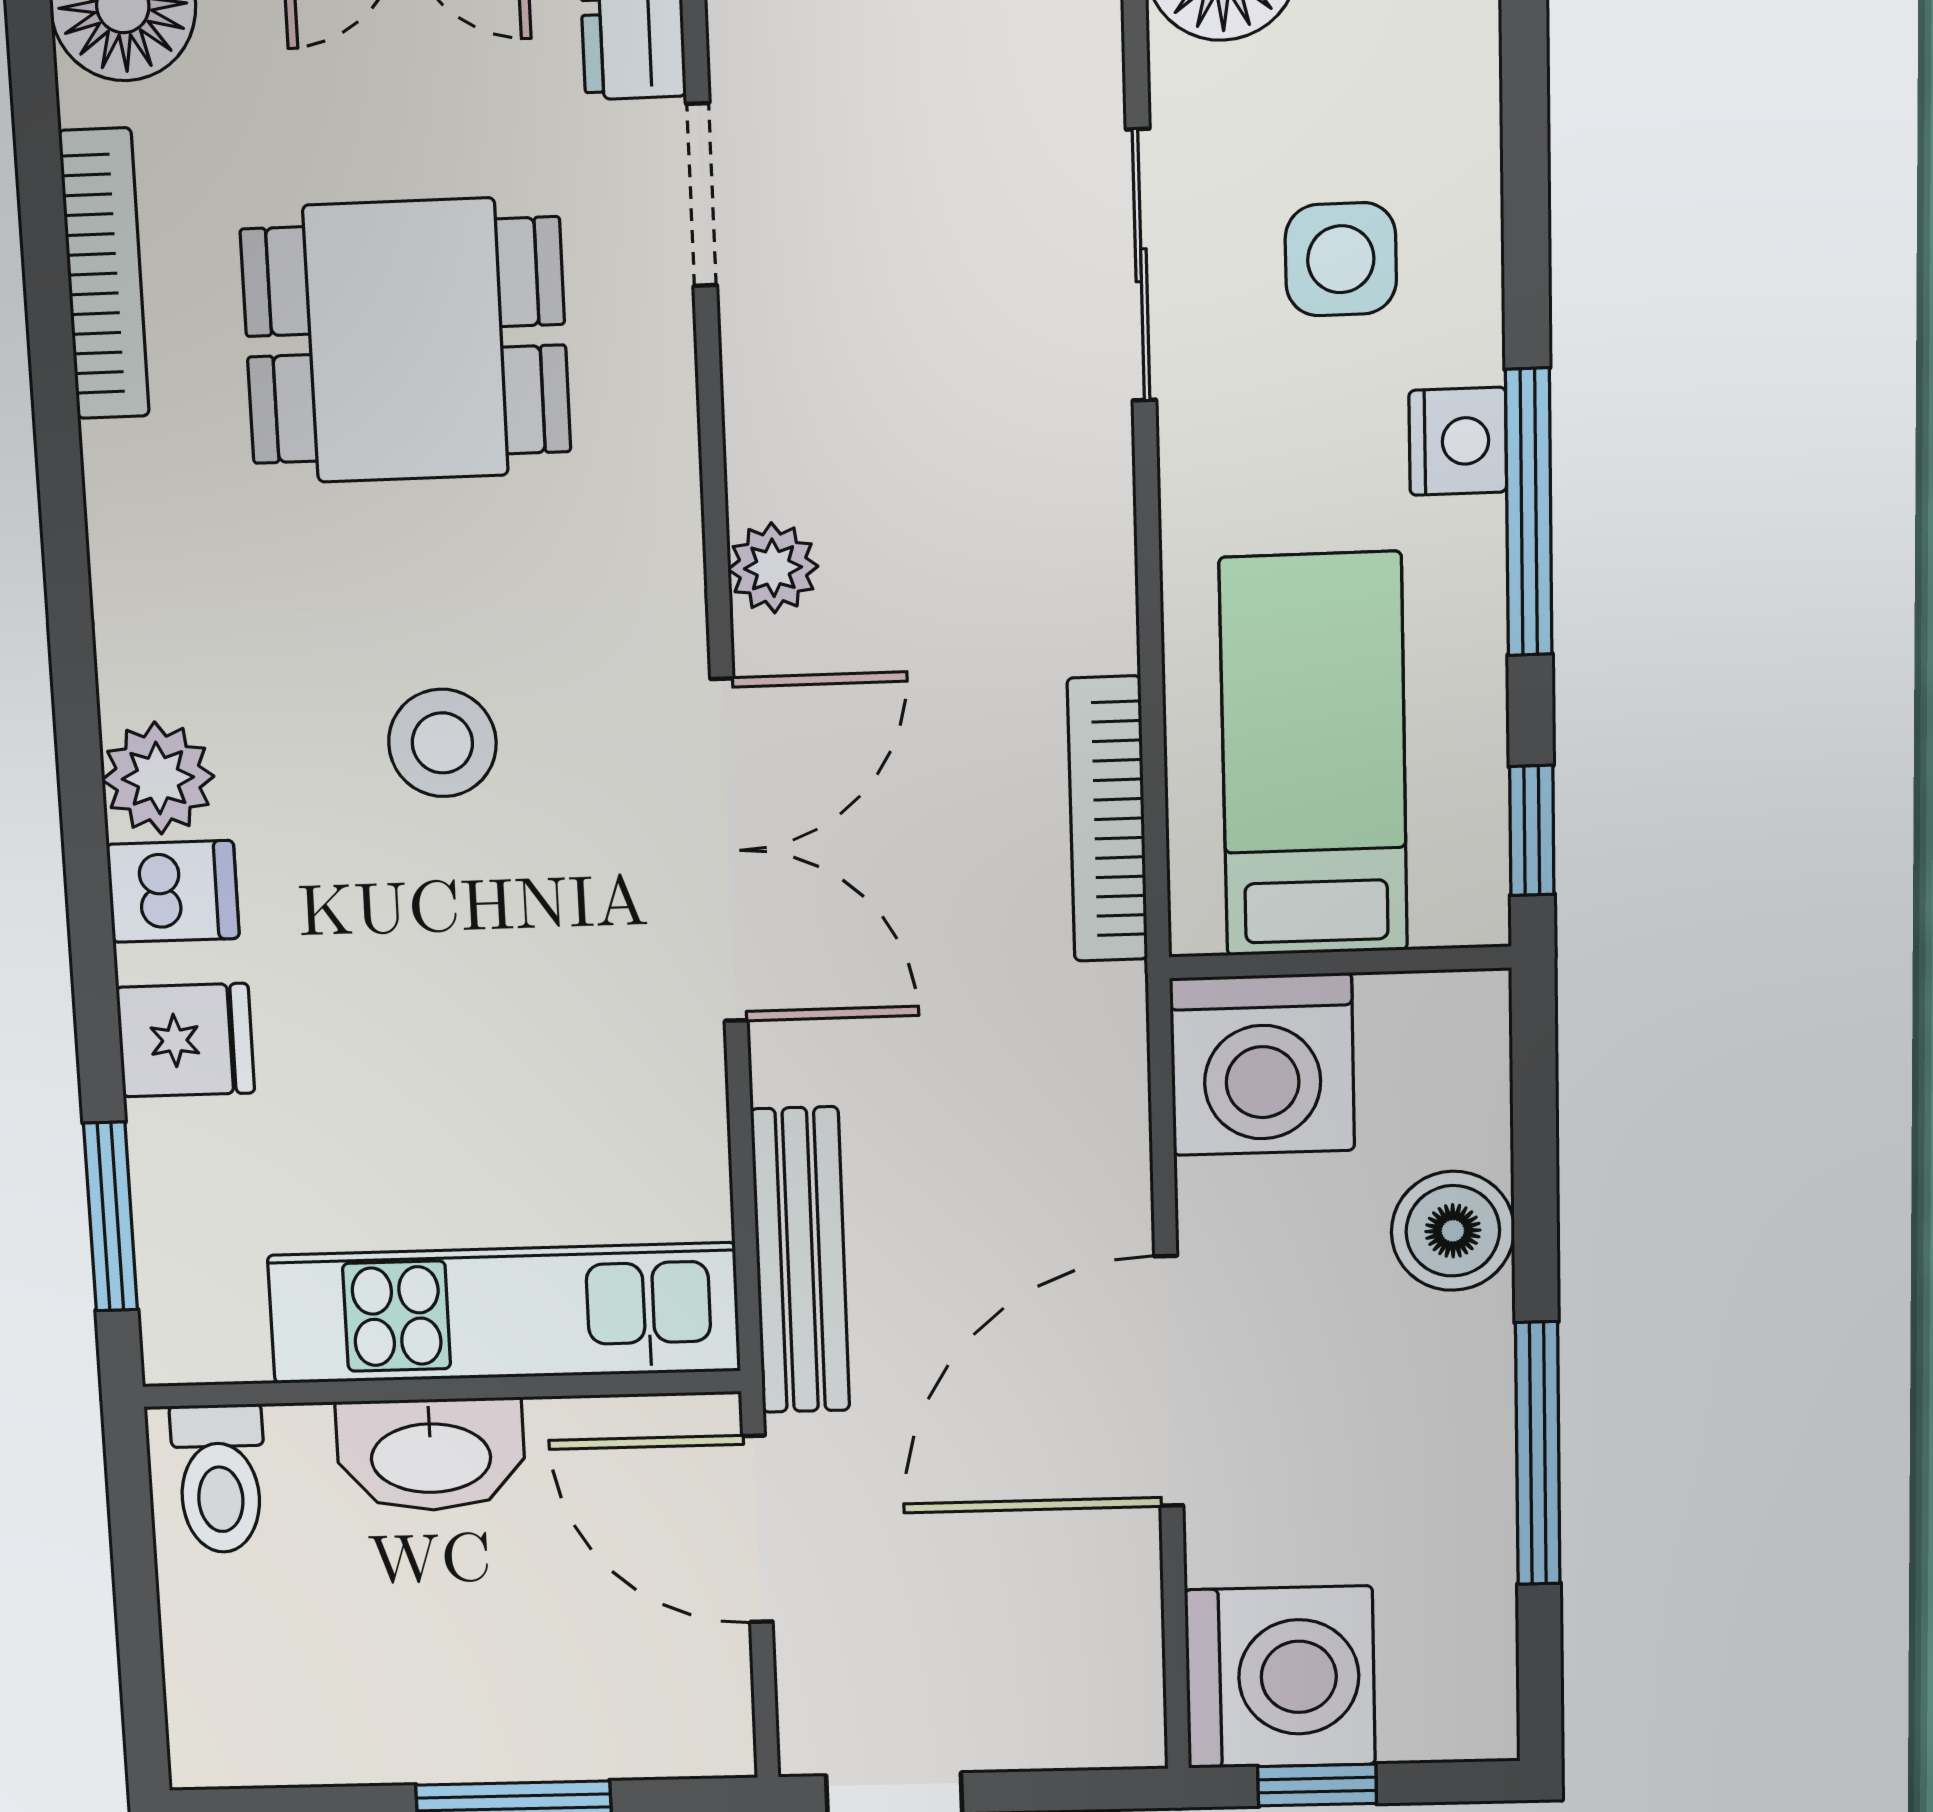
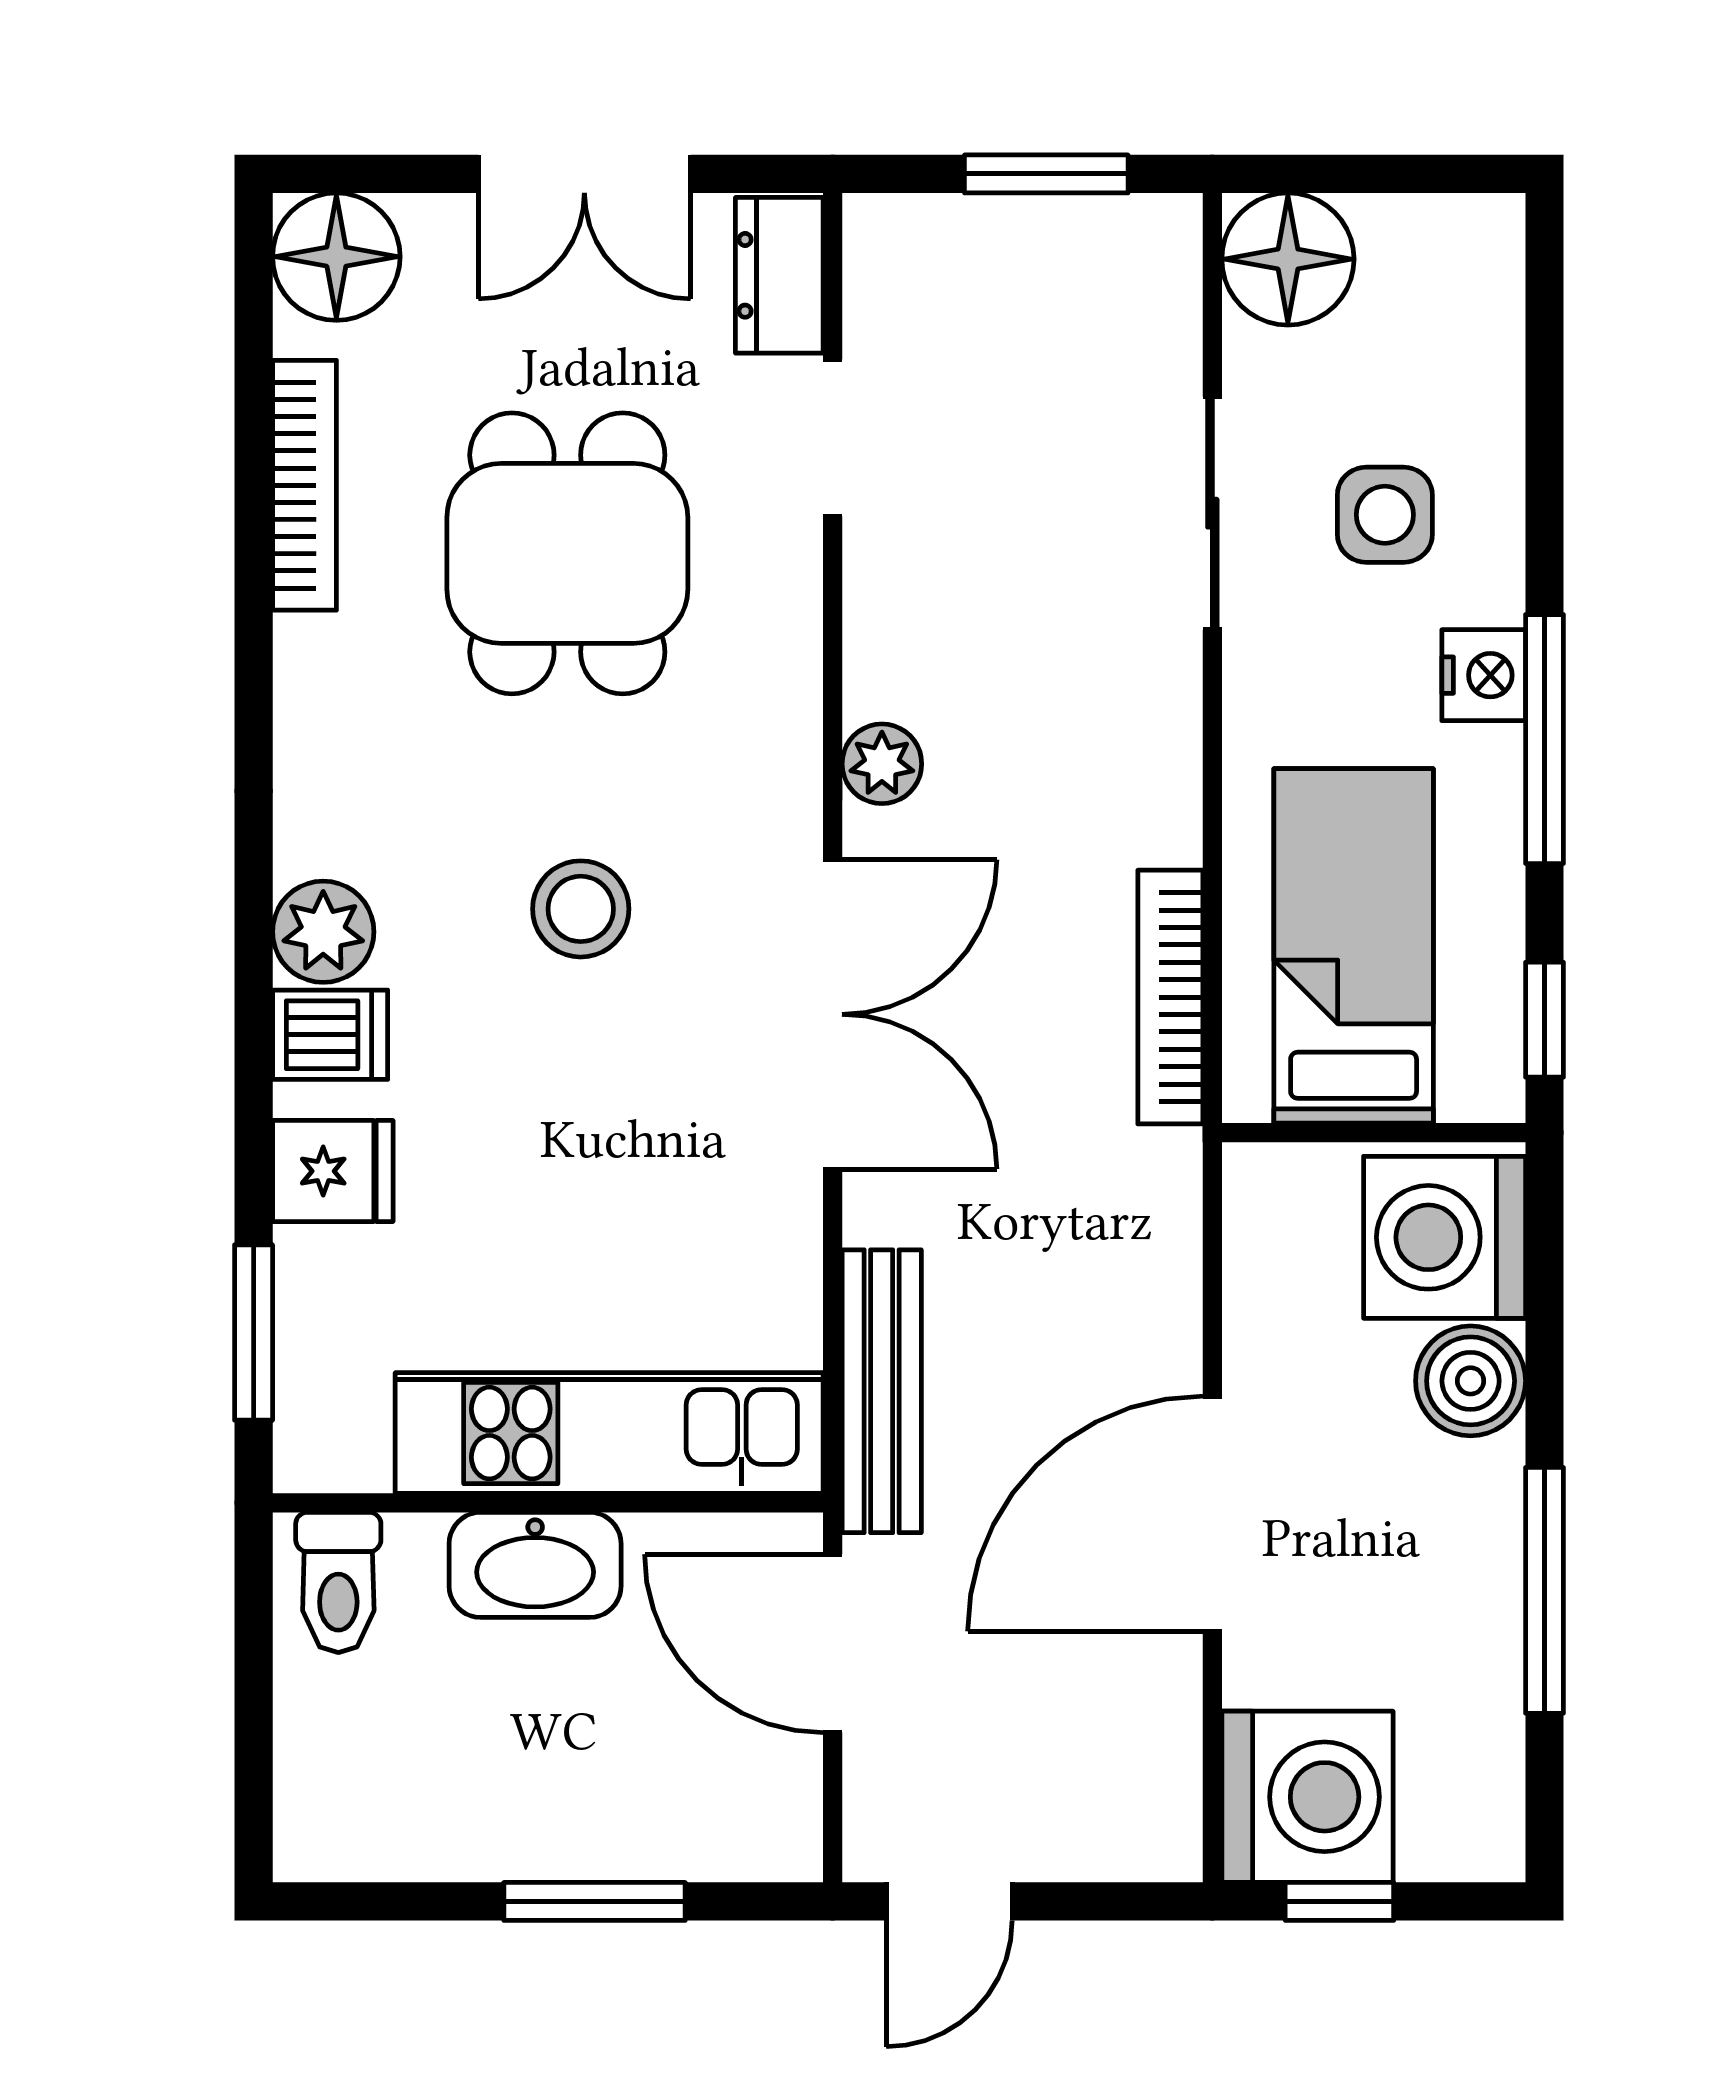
dining table: (406, 341) -> (567, 553), turned 90
washing machine: (1262, 1064) -> (1445, 1237), moved, turned 90

